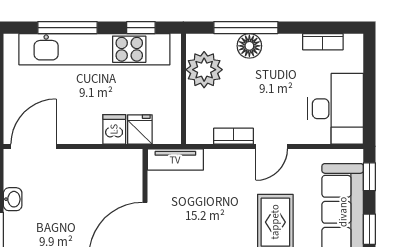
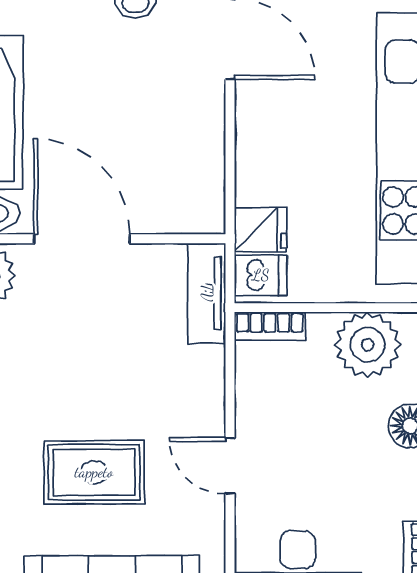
dishwasher: (114, 129) -> (261, 275), moved
bookcase: (234, 136) -> (270, 326), moved, turned 90

